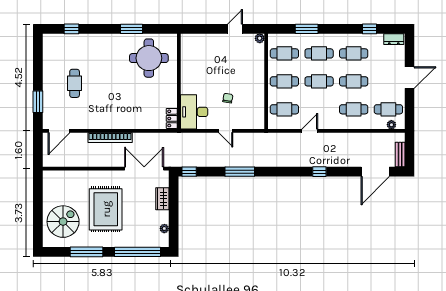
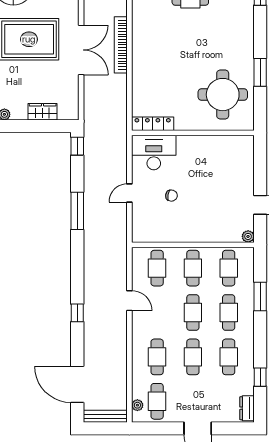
locker: (172, 118) -> (153, 124), width x1.53
bench: (400, 155) -> (105, 416), width x1.36
double door: (144, 169) -> (81, 50), moved

